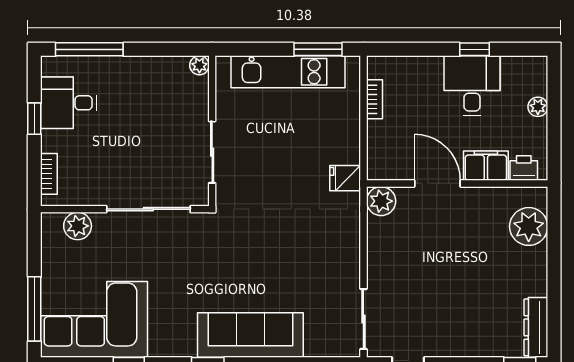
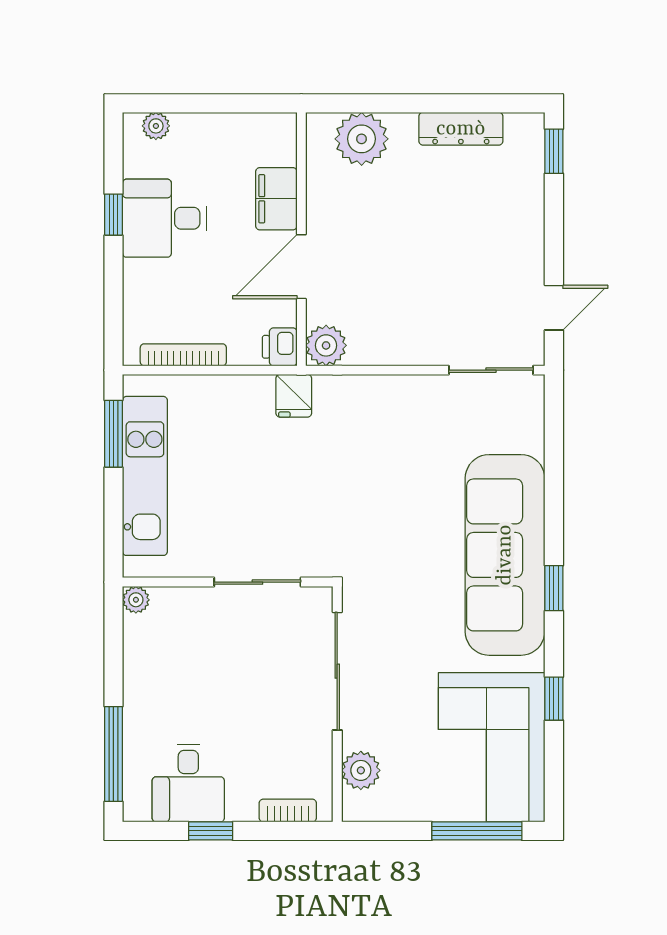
bookcase: (374, 99) -> (183, 355), width x1.56
plant: (538, 107) -> (156, 126), moved
printer: (524, 168) -> (280, 347), moved
dresser: (536, 327) -> (461, 129), moved
sofa: (250, 335) -> (505, 555), width x1.36, depth x1.27

